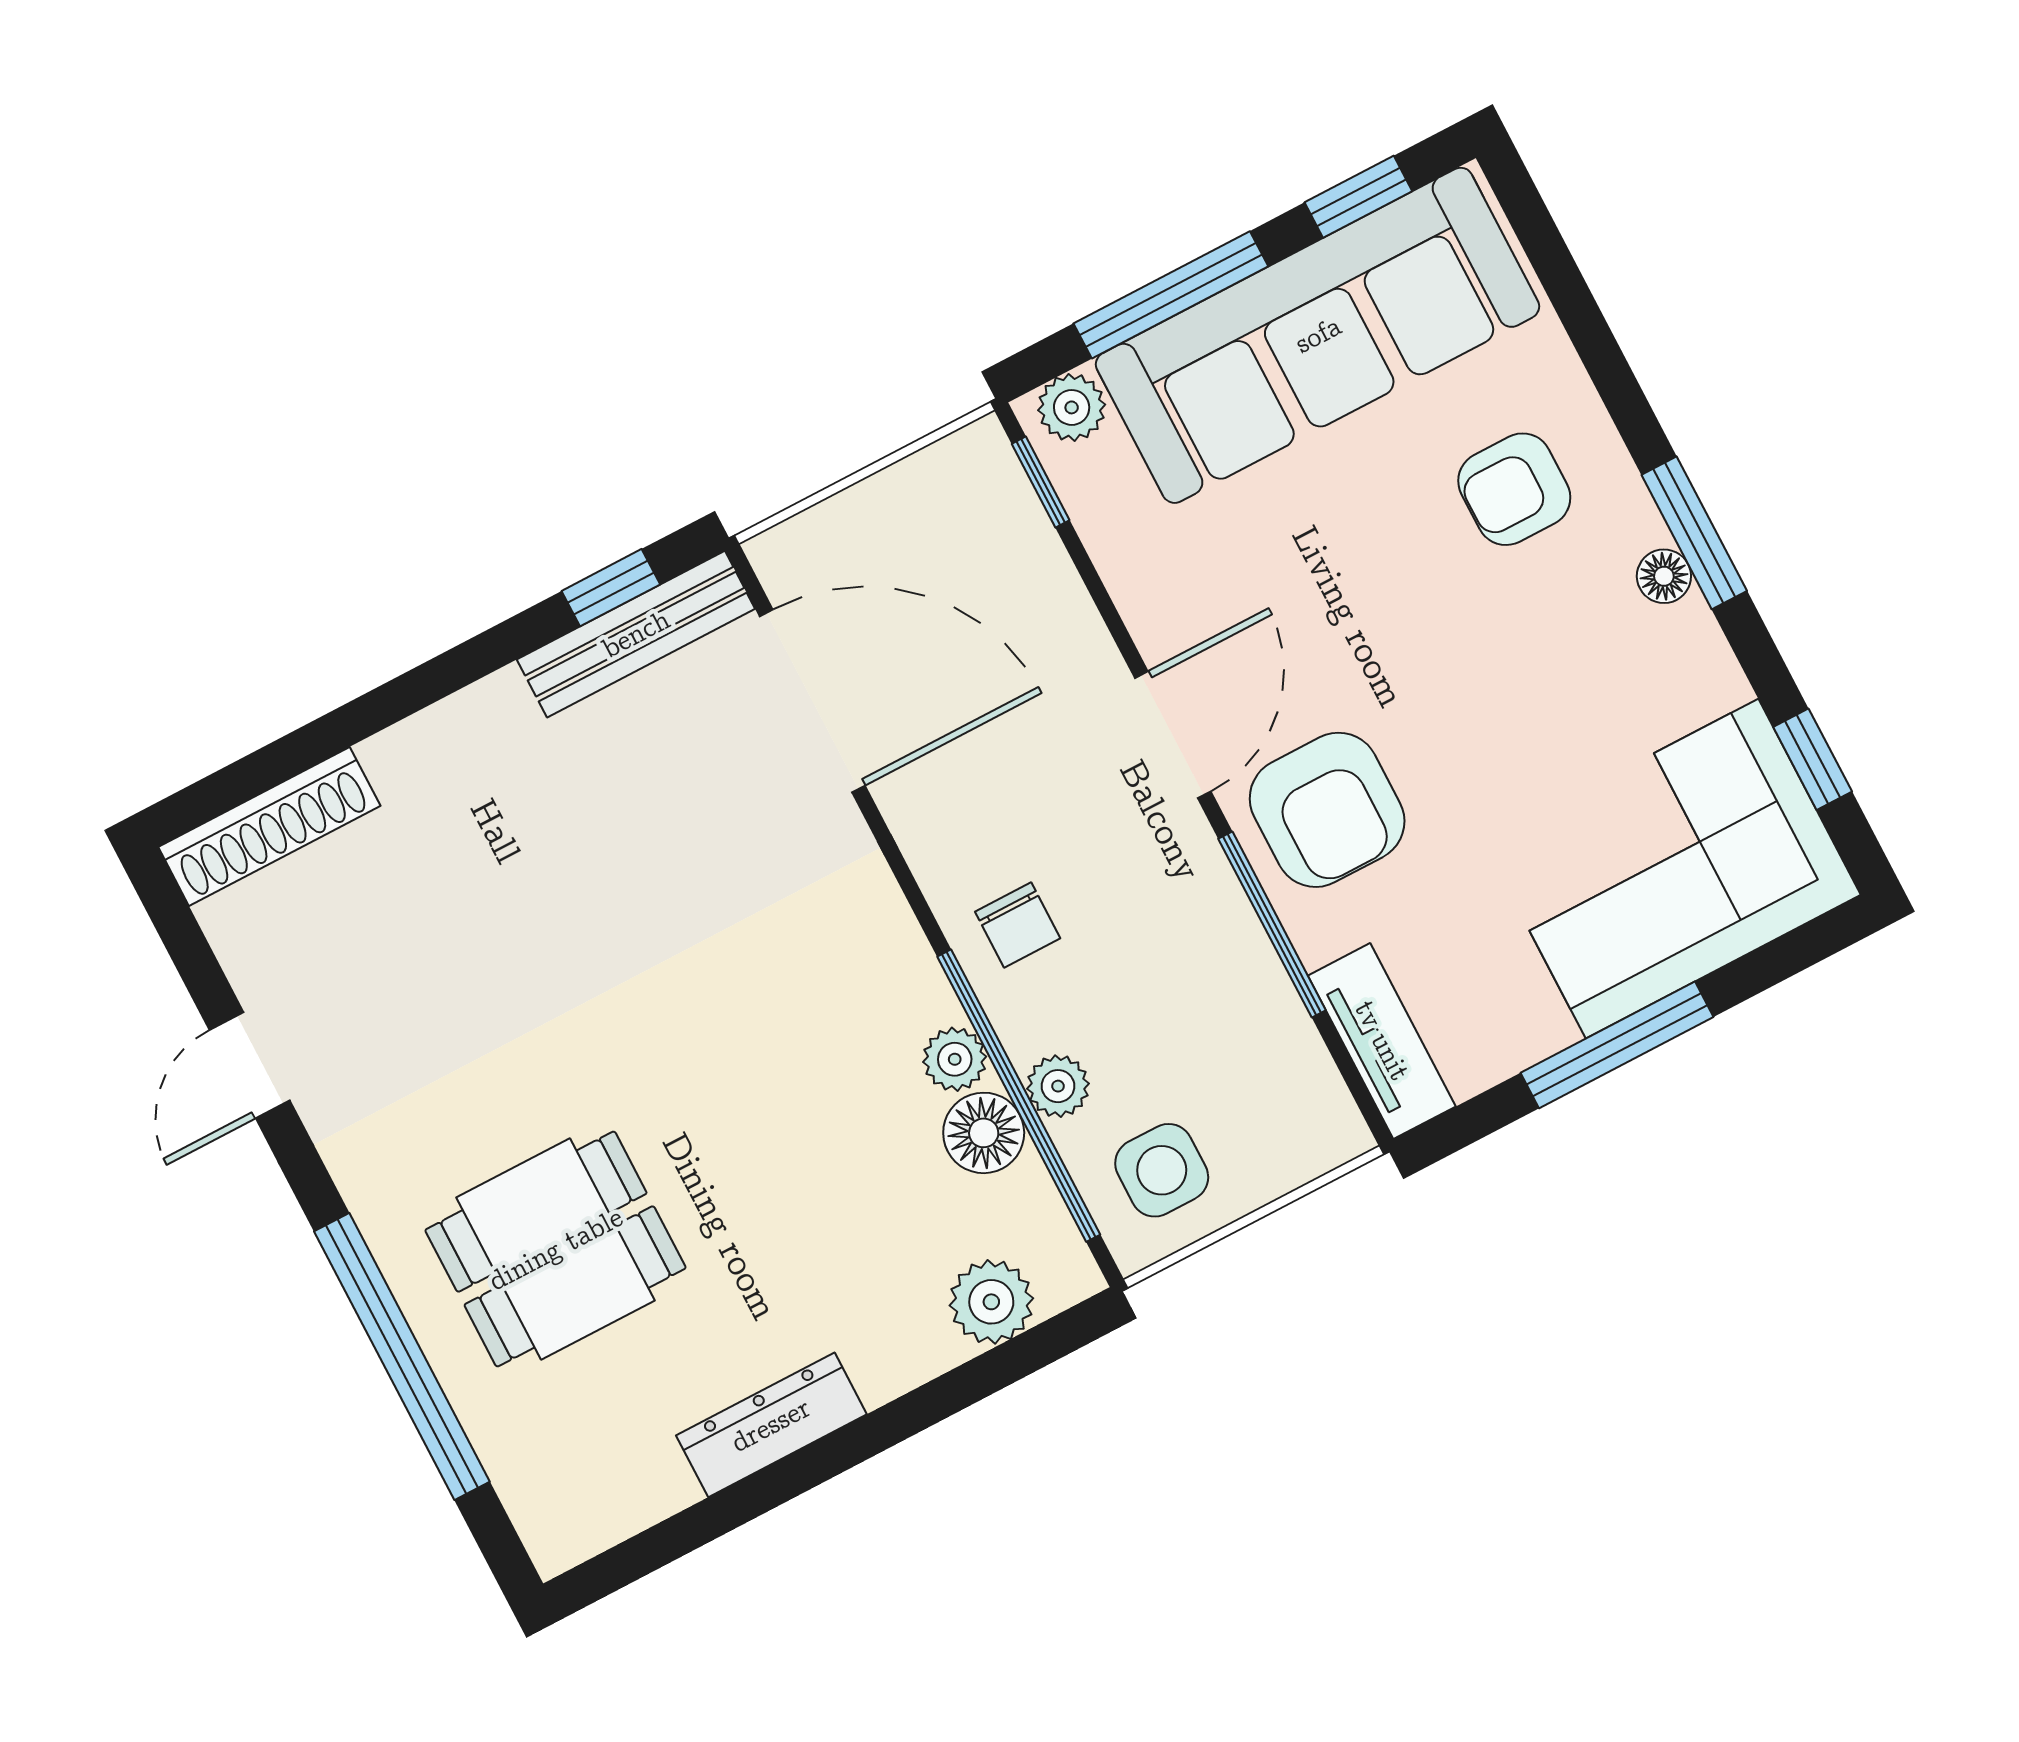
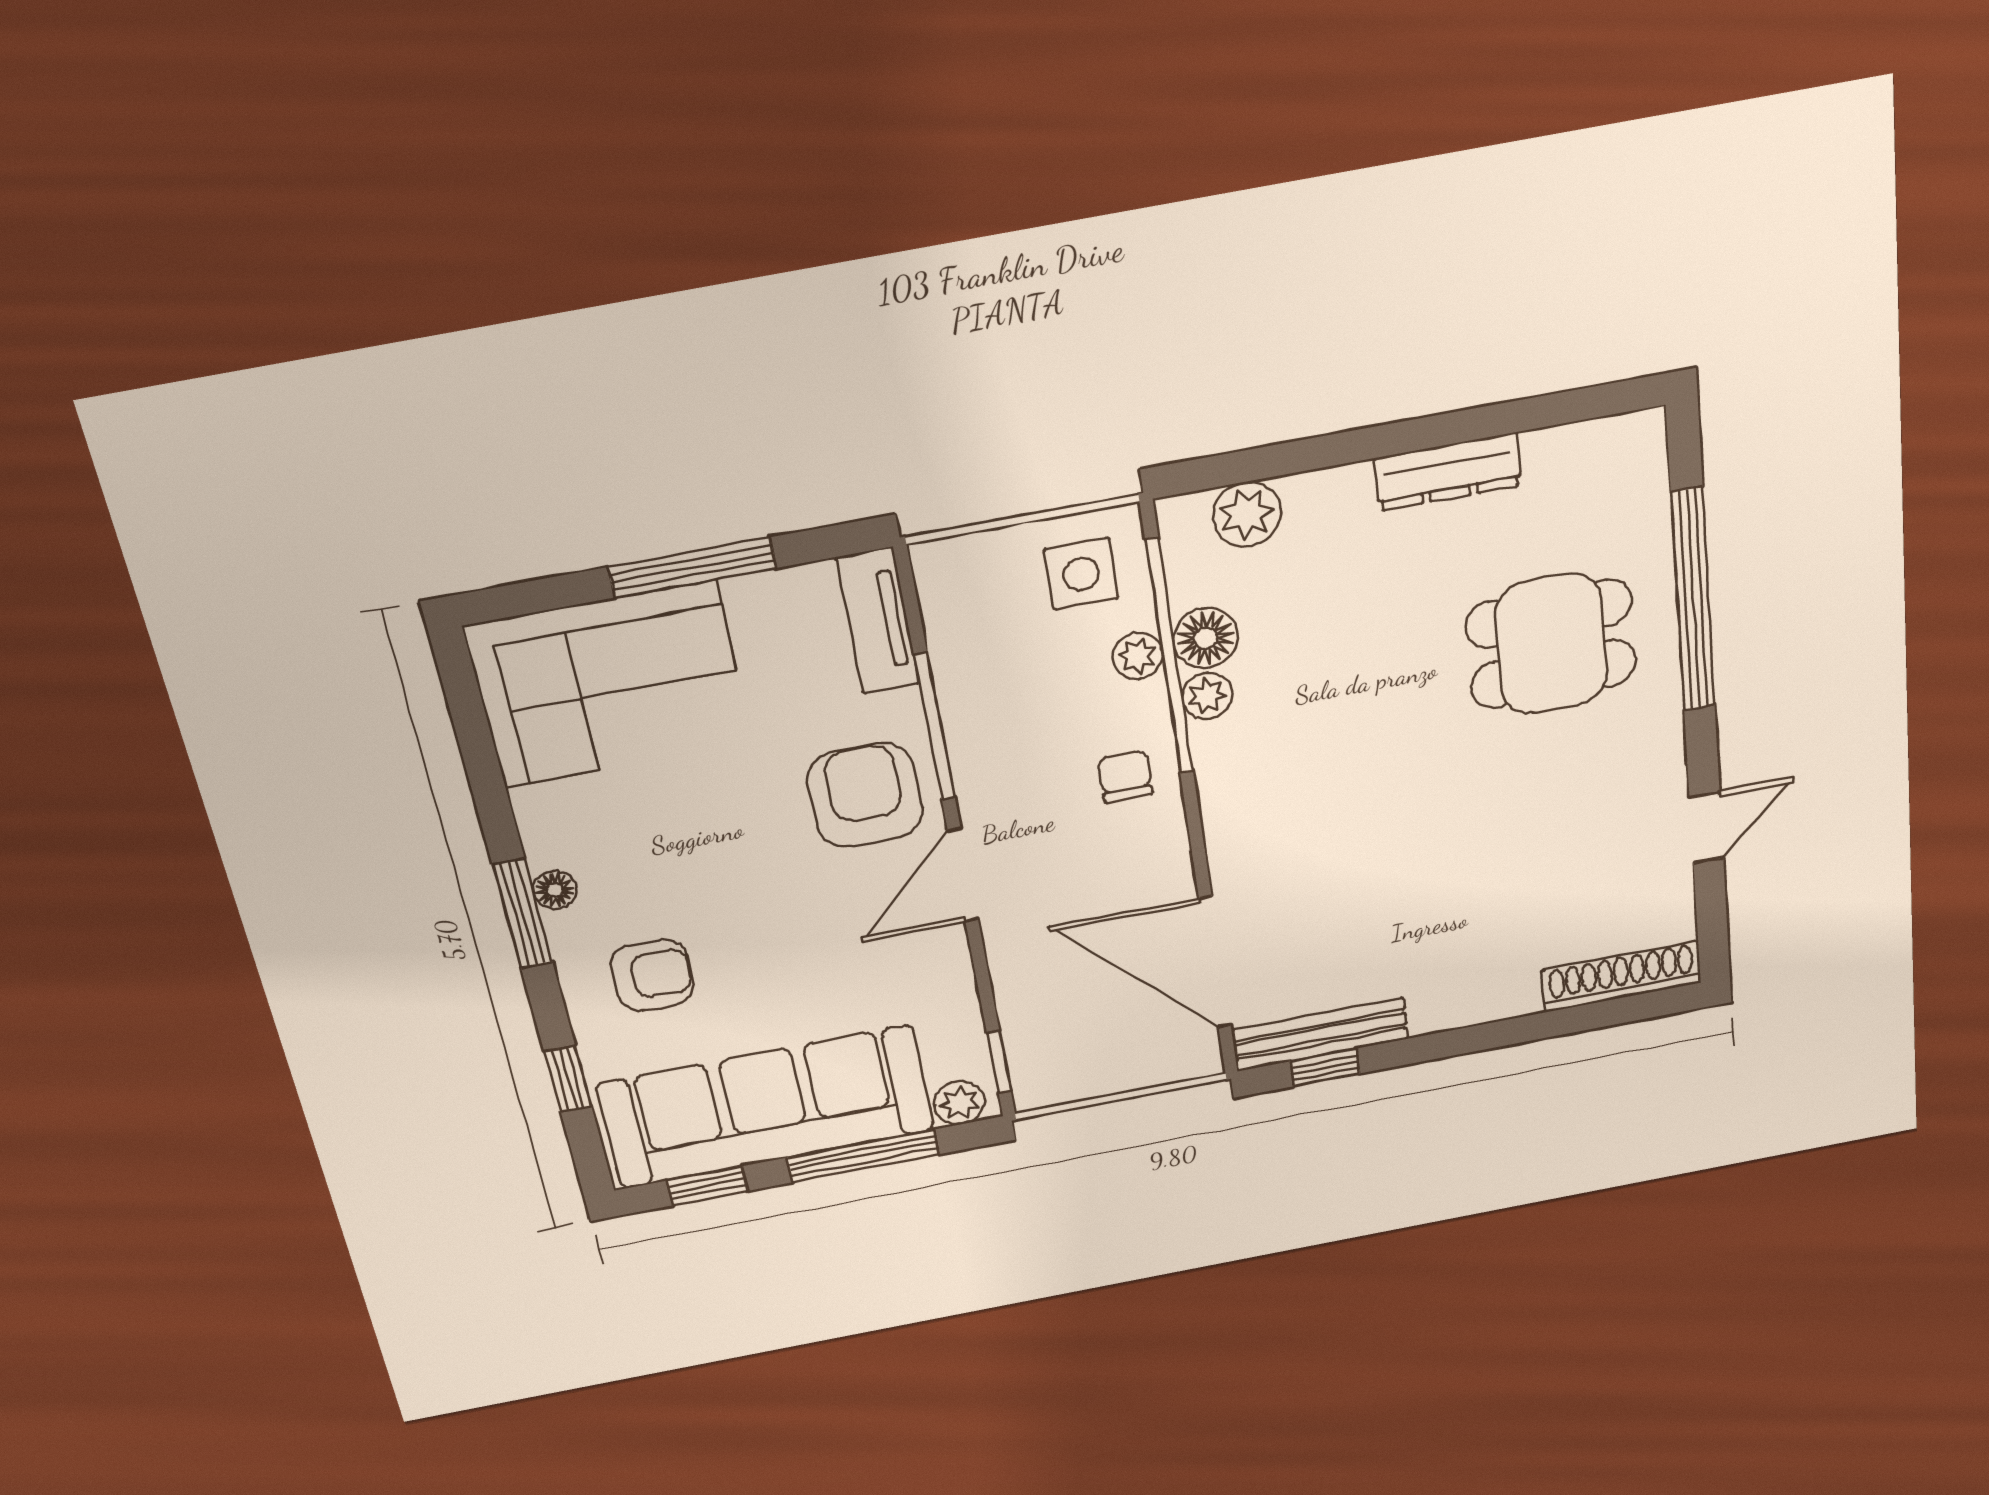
window: (1813, 759) -> (568, 1079), moved

